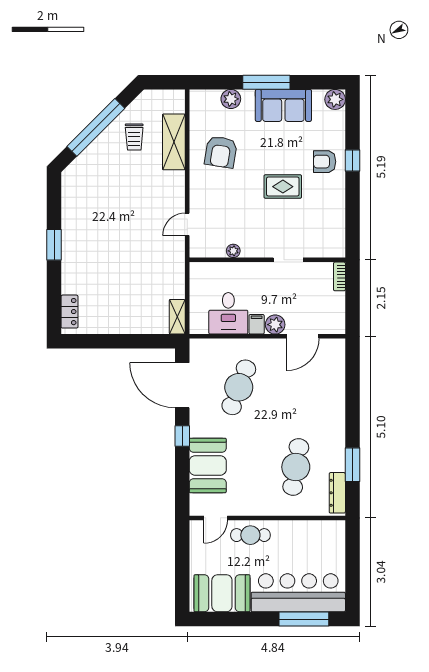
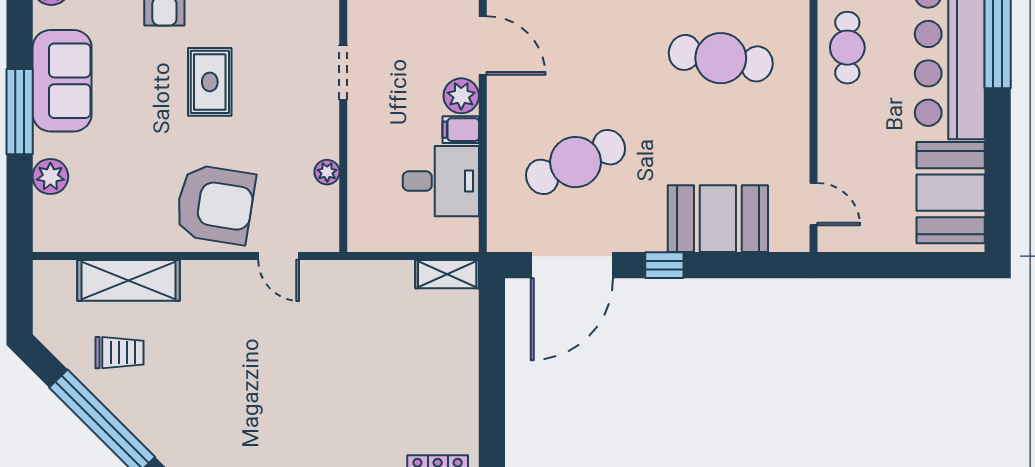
armchair: (221, 152) -> (215, 204), moved, width x1.36, depth x1.36
cafe table: (239, 387) -> (576, 162), turned -45
cafe table: (250, 535) -> (847, 48), moved

